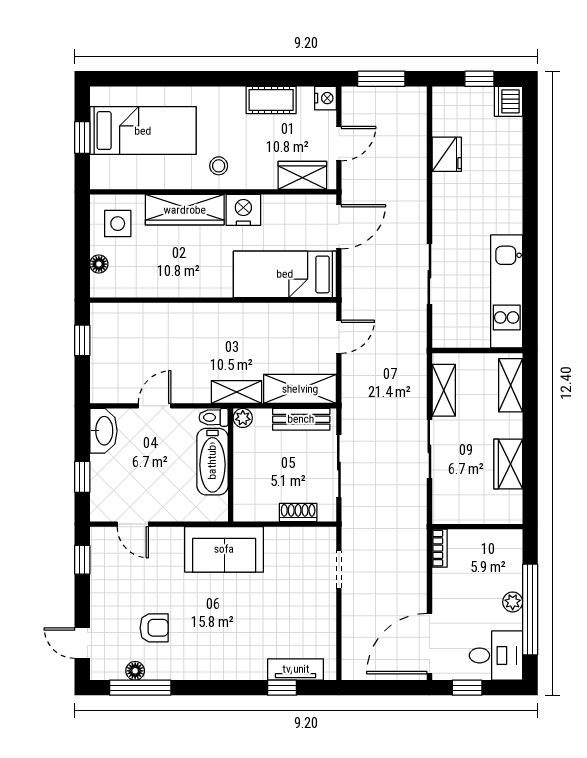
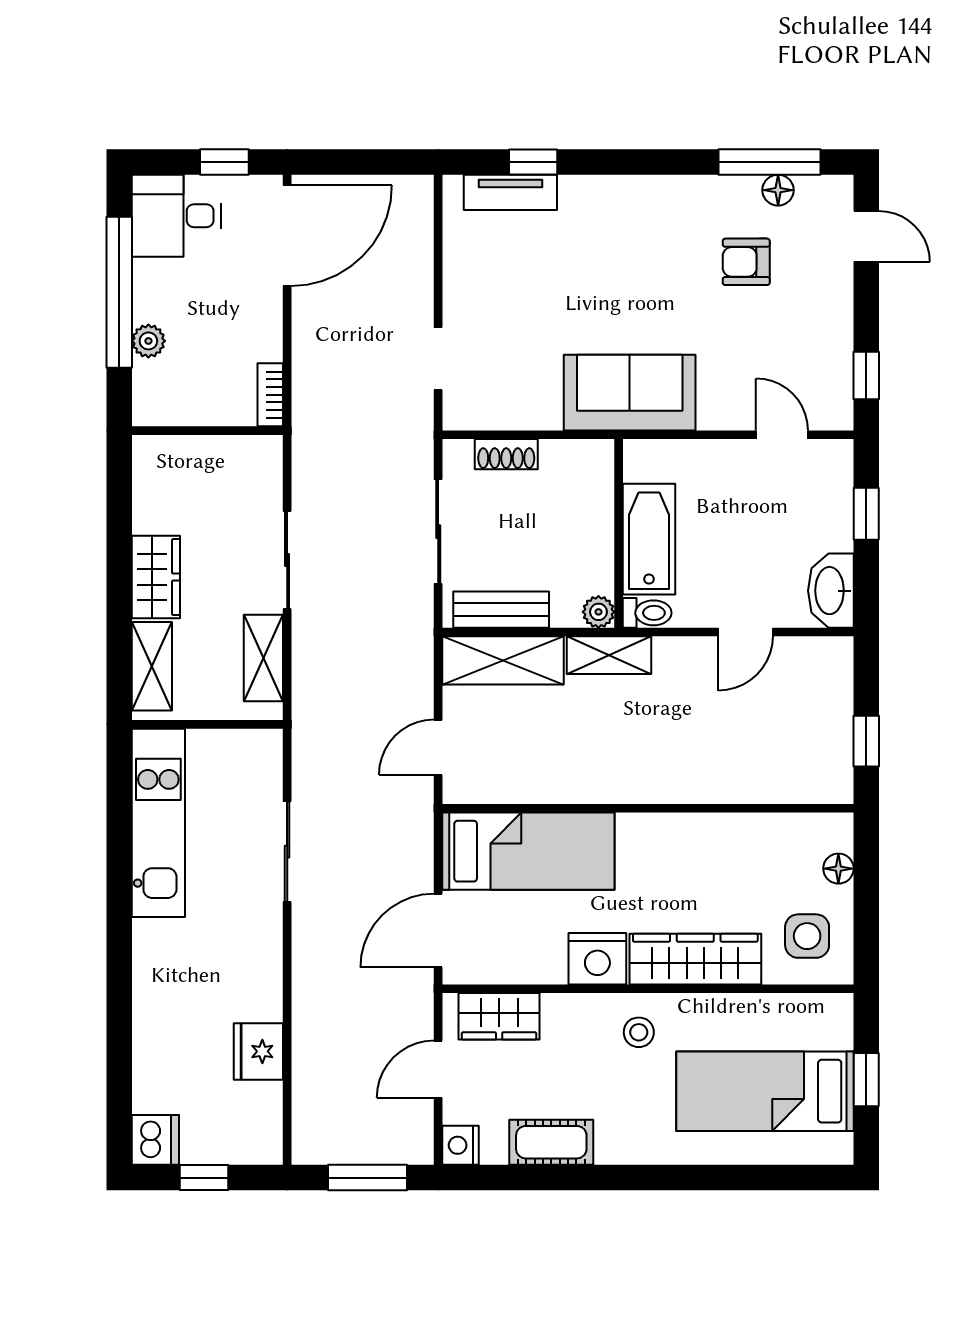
wardrobe: (508, 464) -> (156, 577), moved
plant: (513, 602) -> (148, 341), moved

